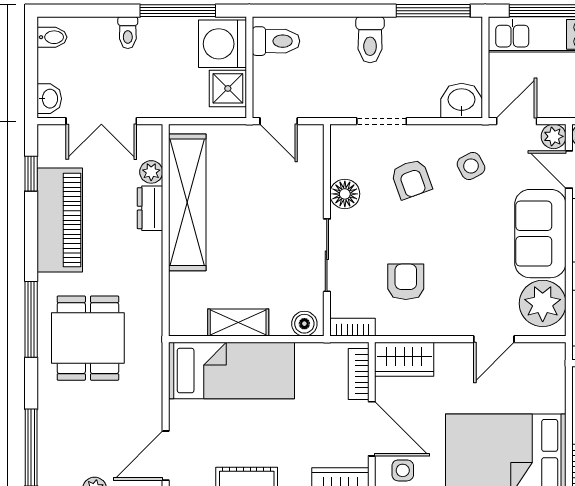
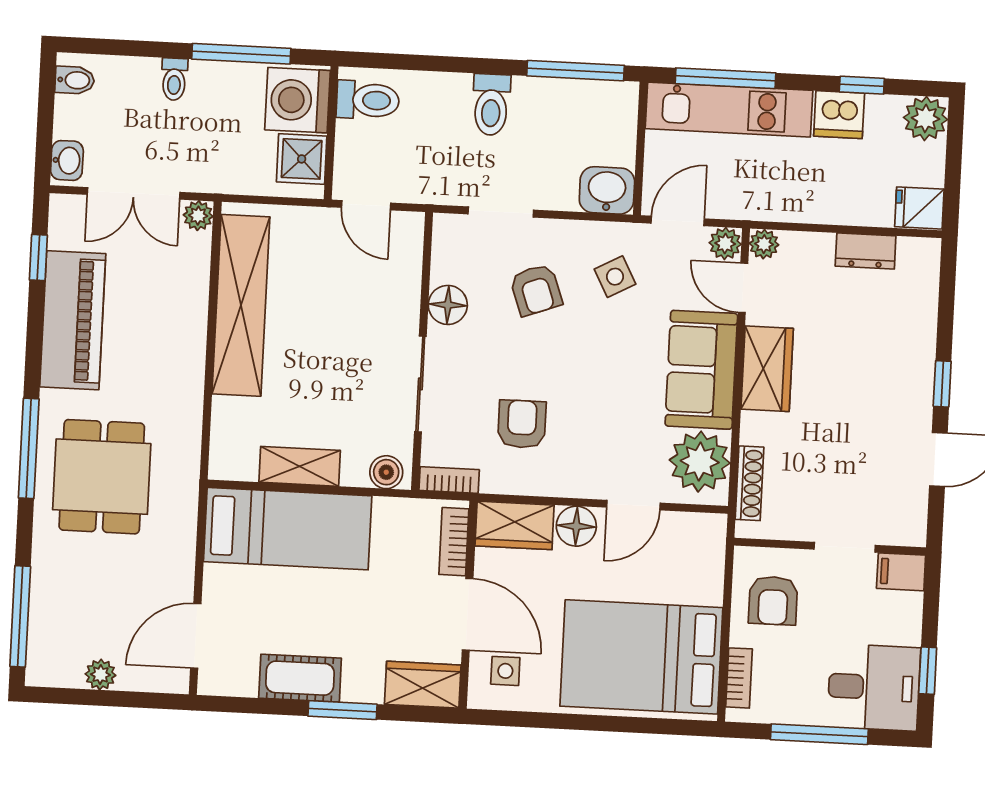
plant: (151, 172) -> (198, 216), moved
dresser: (150, 208) -> (192, 311), removed
floor lamp: (451, 357) -> (576, 526), added

